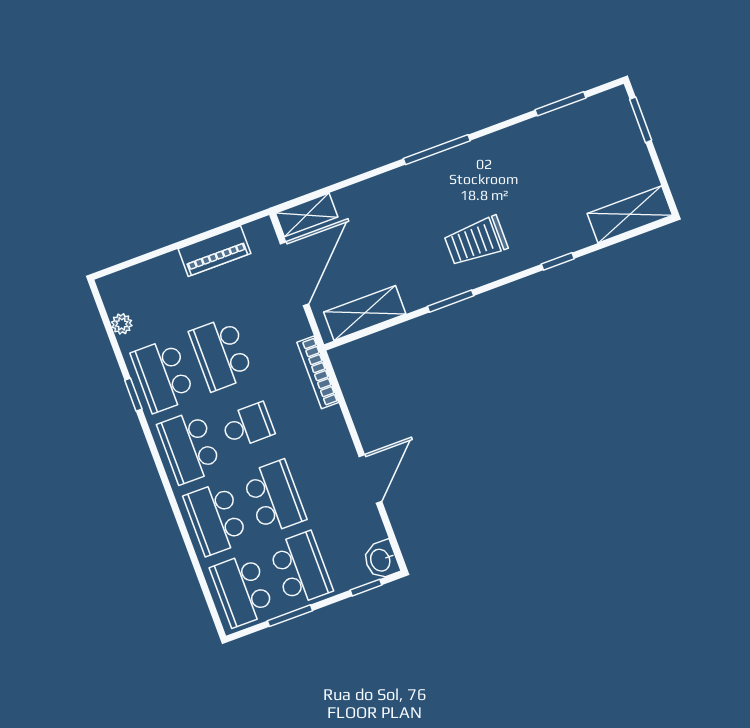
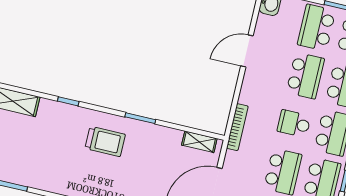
shelving: (365, 313) -> (199, 142), width x0.67, depth x0.75
school desk: (274, 497) -> (305, 76), turned 180

